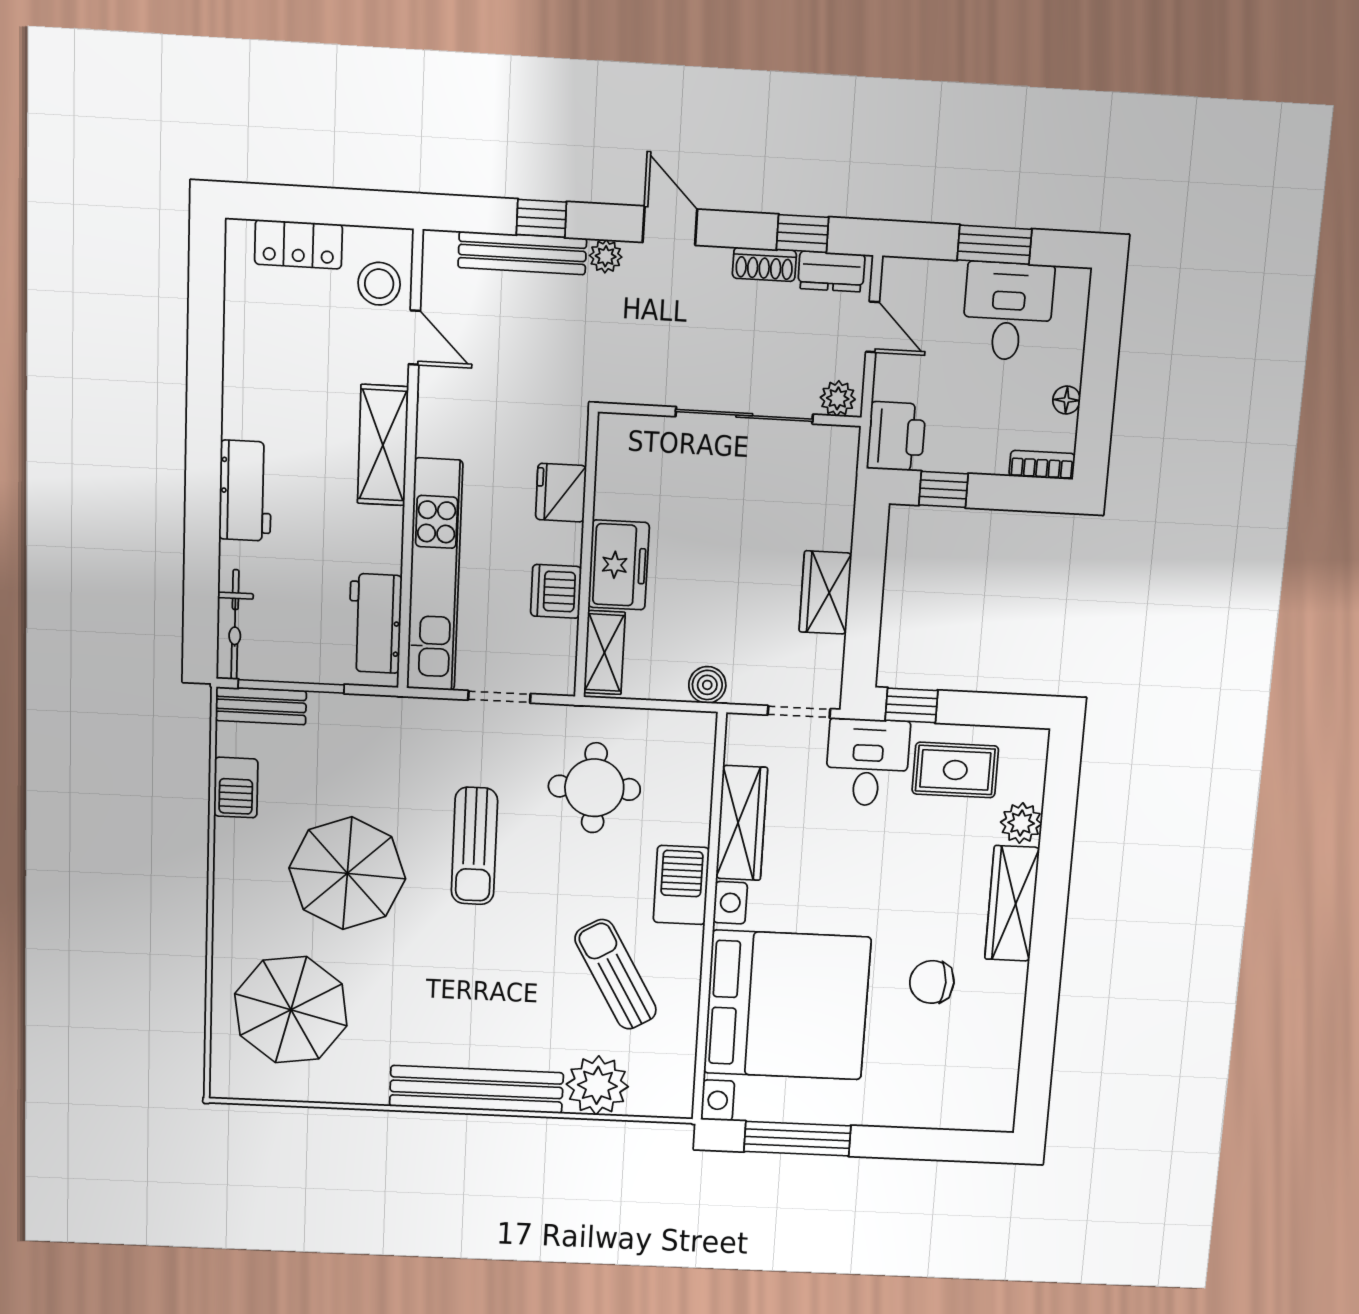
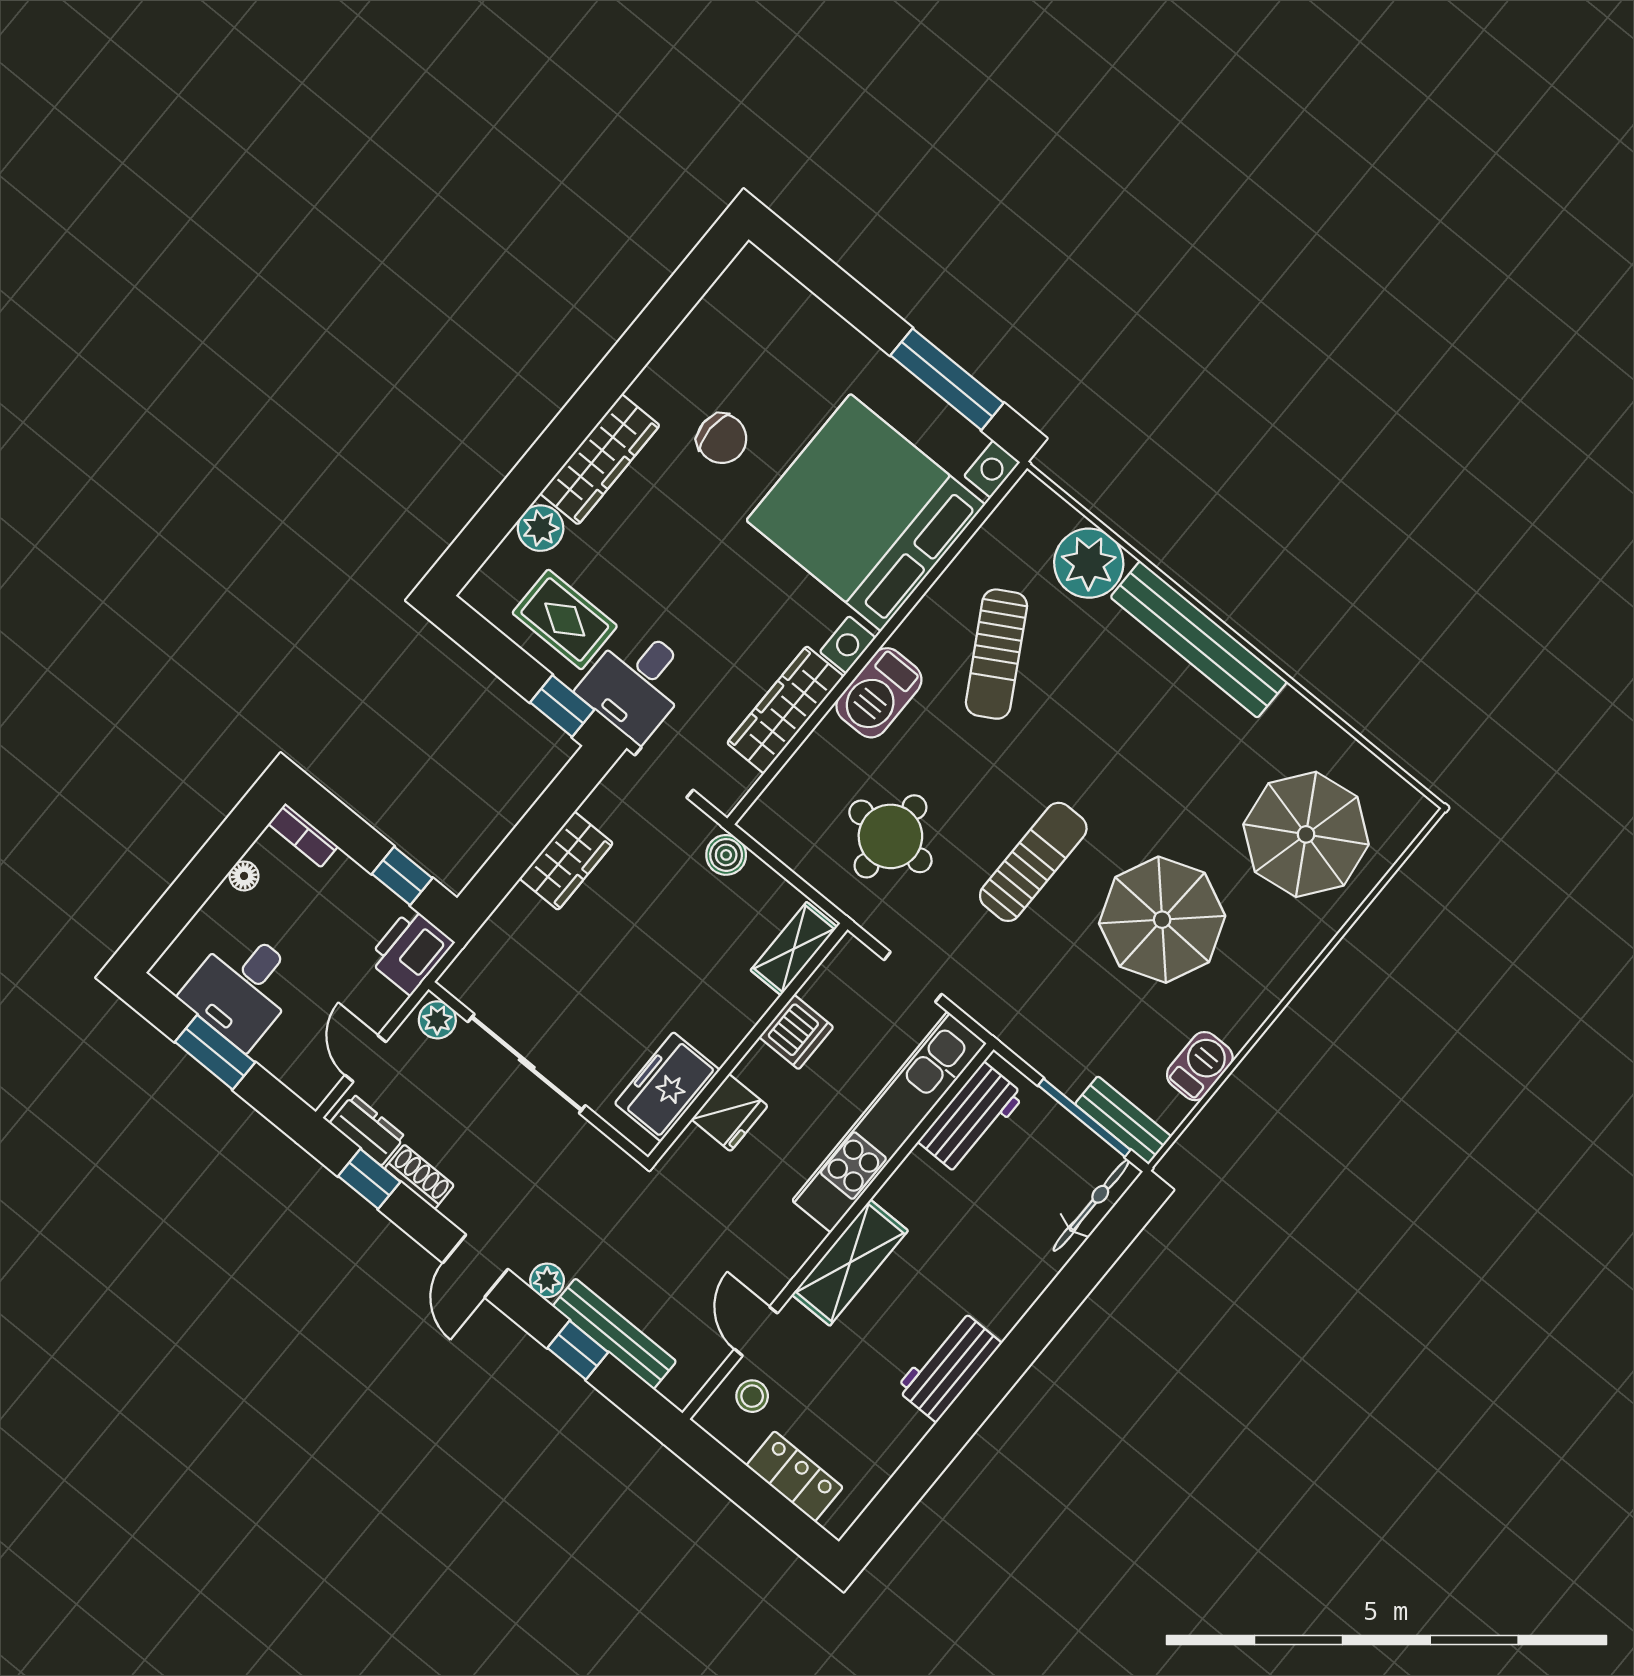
stool: (379, 284) -> (752, 1396), width x0.73, depth x0.73
workbench: (245, 491) -> (949, 1366), moved
freezer: (619, 565) -> (667, 1087), moved

